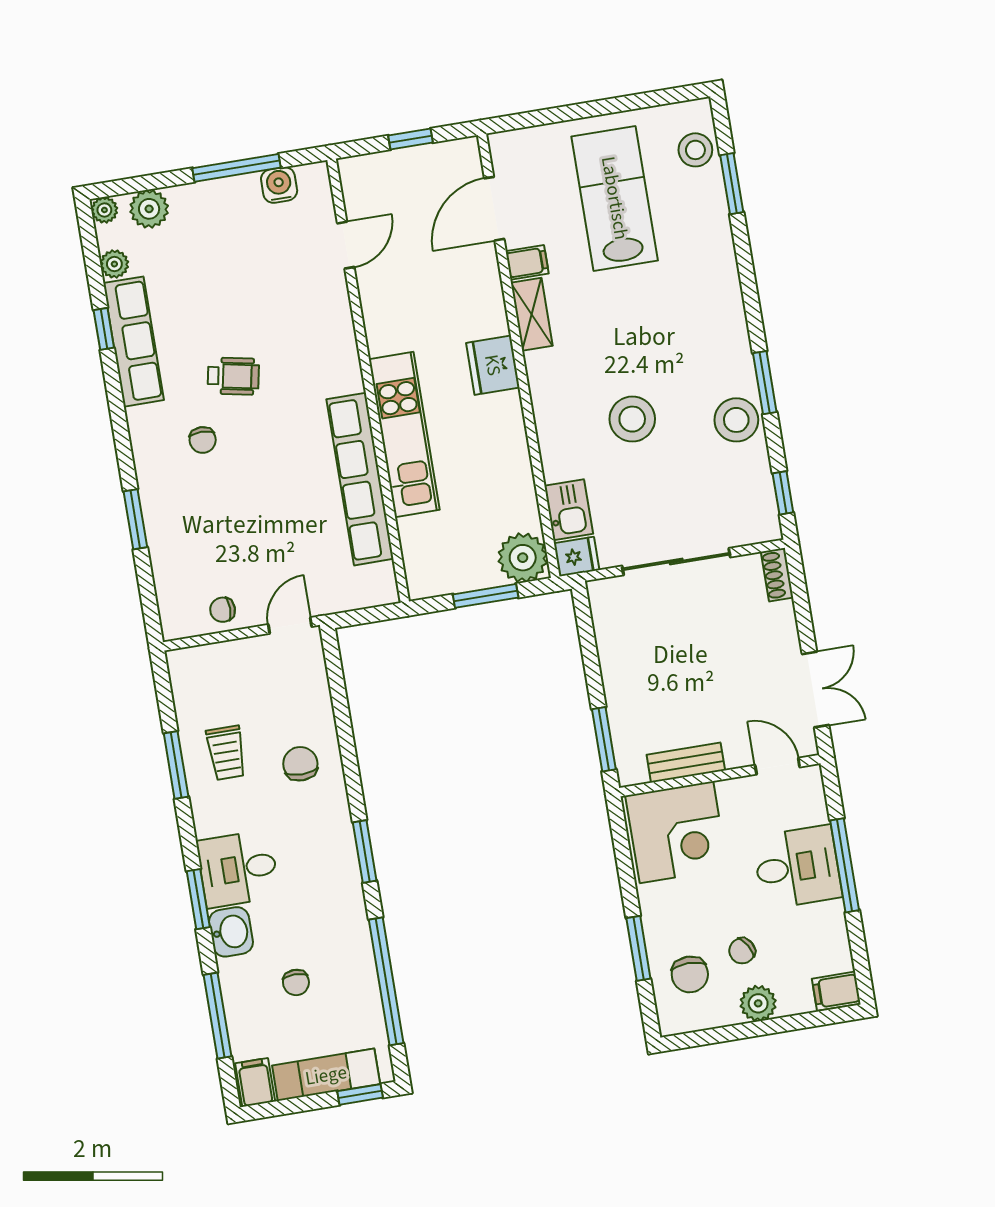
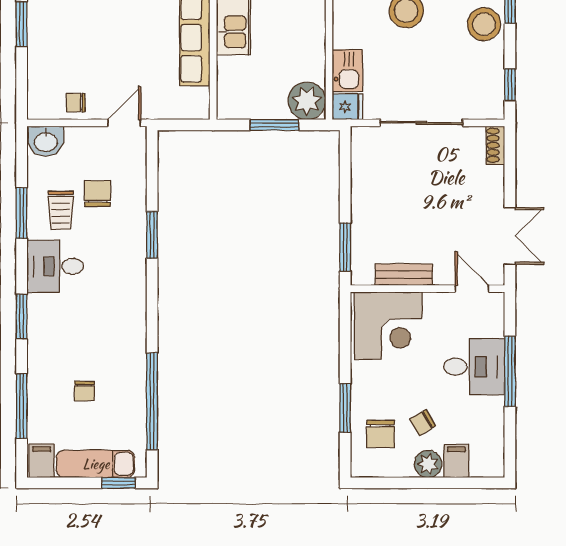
chair: (300, 764) -> (97, 194), moved
window: (365, 852) -> (152, 235), moved
desk: (238, 869) -> (55, 266), moved
washbasin: (231, 932) -> (46, 141), moved, turned 90
filing cabinet: (836, 991) -> (456, 461), moved, turned 90

